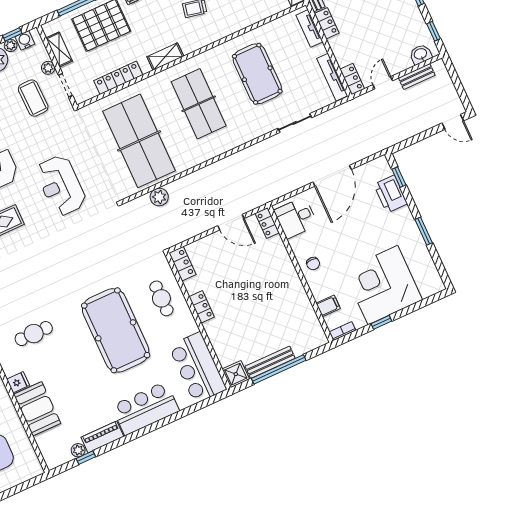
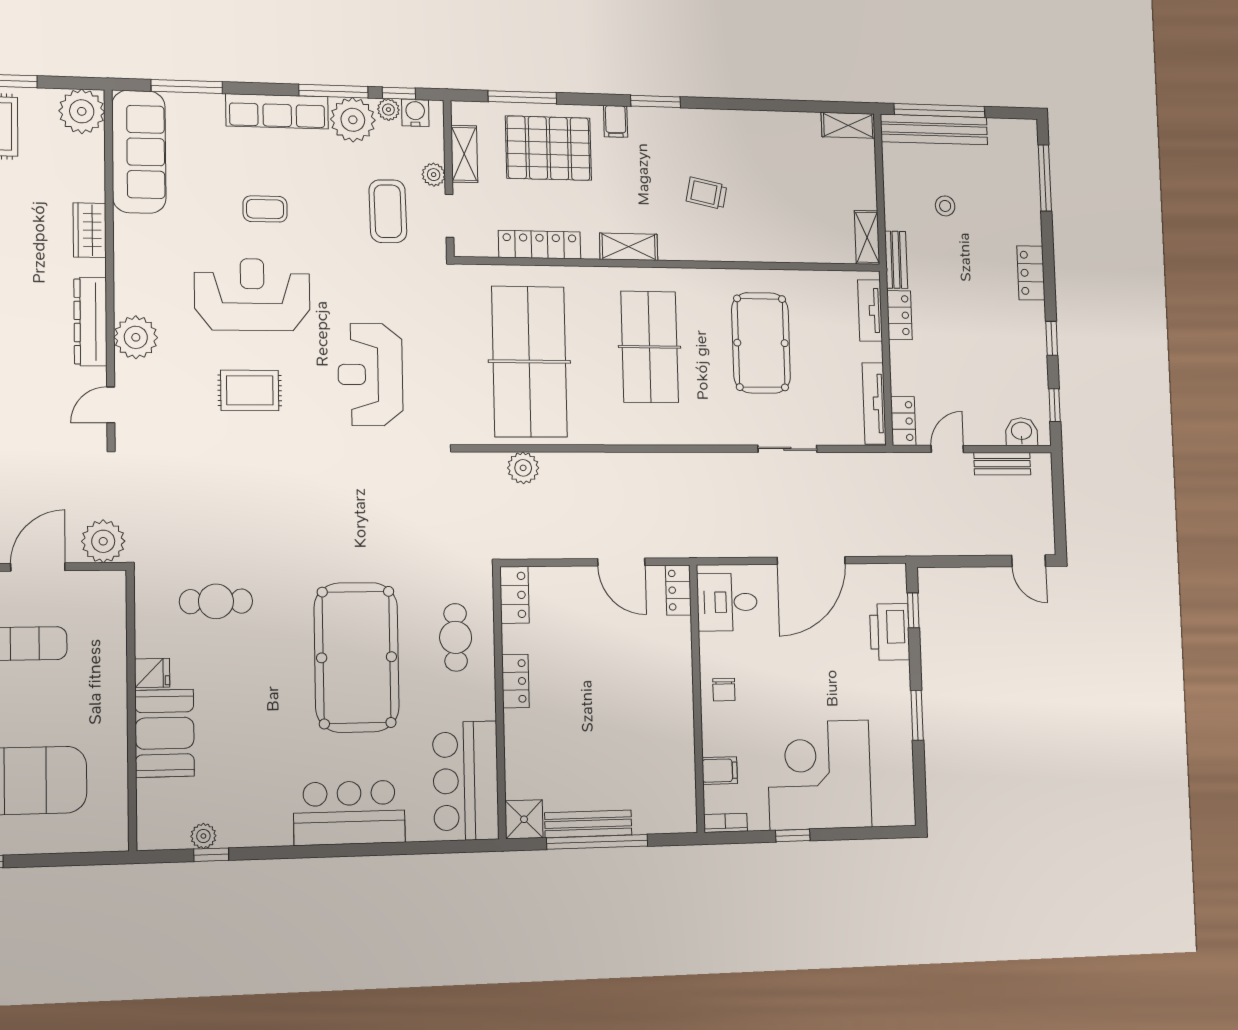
piano: (102, 437) -> (255, 831), removed

